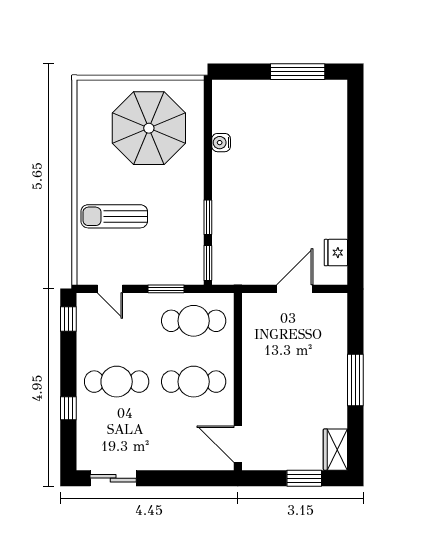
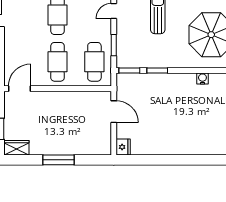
fridge: (336, 253) -> (123, 147), moved, turned 90
door: (295, 289) -> (114, 112), moved

